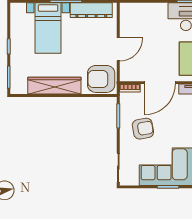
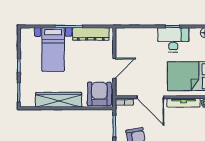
armchair: (101, 79) -> (99, 94), turned 90
door: (160, 83) -> (150, 97), hinge flipped

